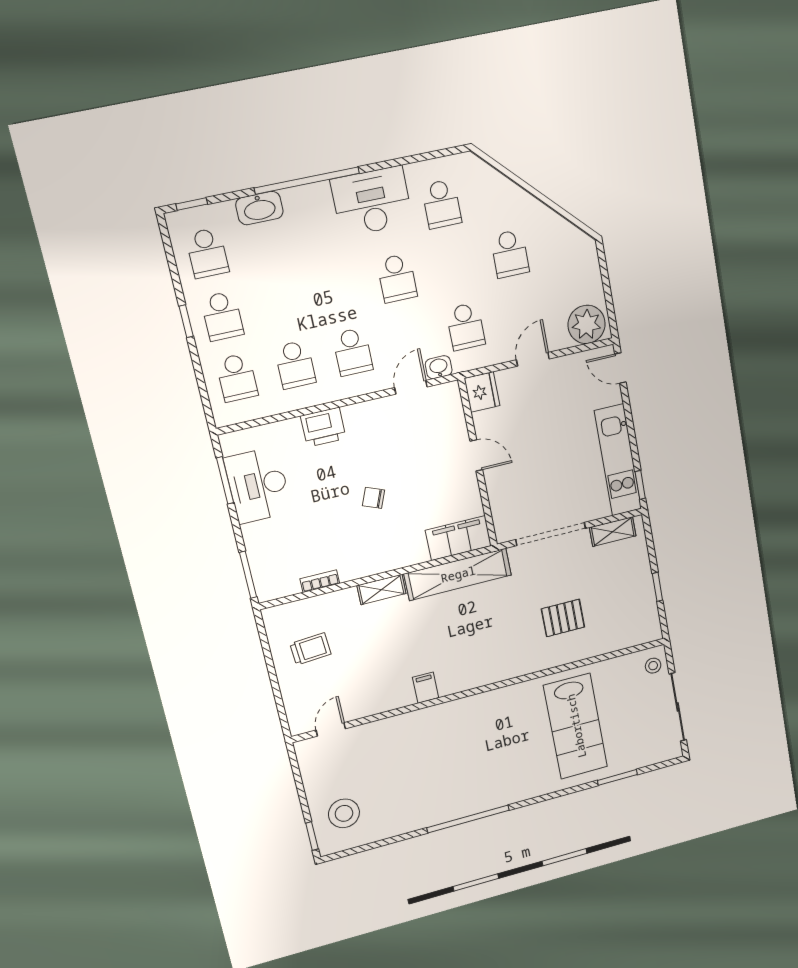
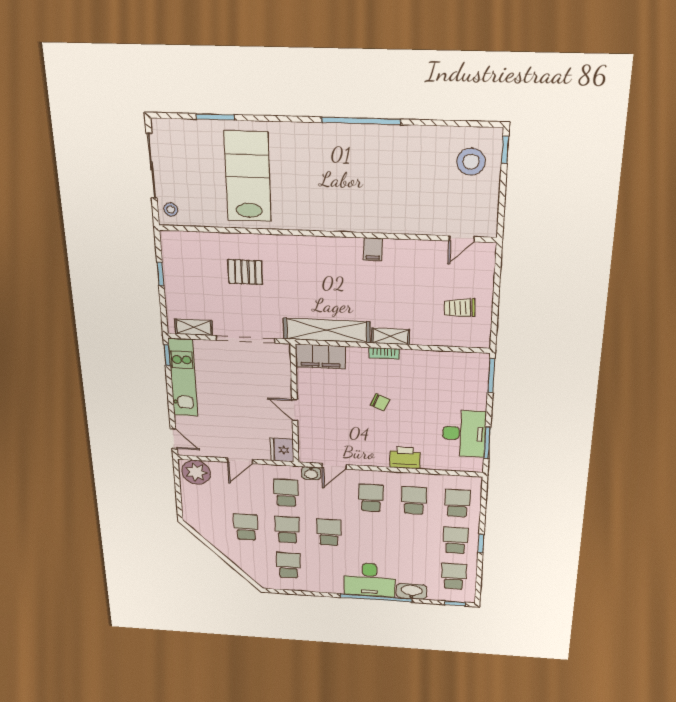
desk: (372, 201) -> (370, 580), moved
school desk: (454, 266) -> (287, 530), added
bookcase: (320, 581) -> (384, 353), moved

